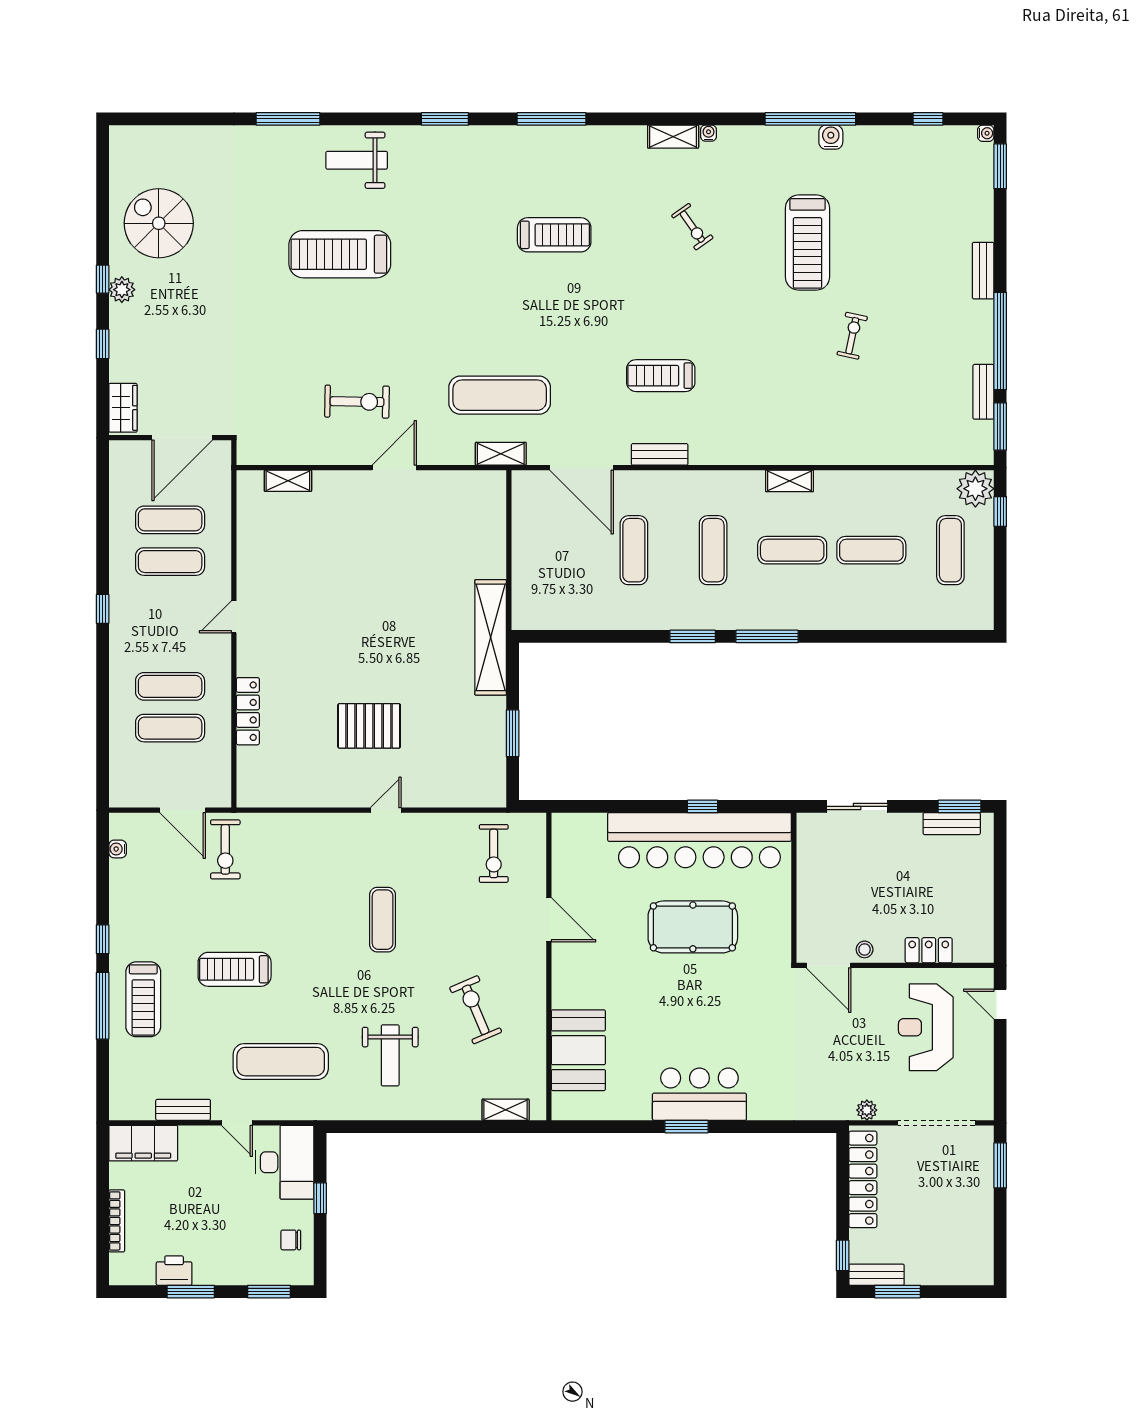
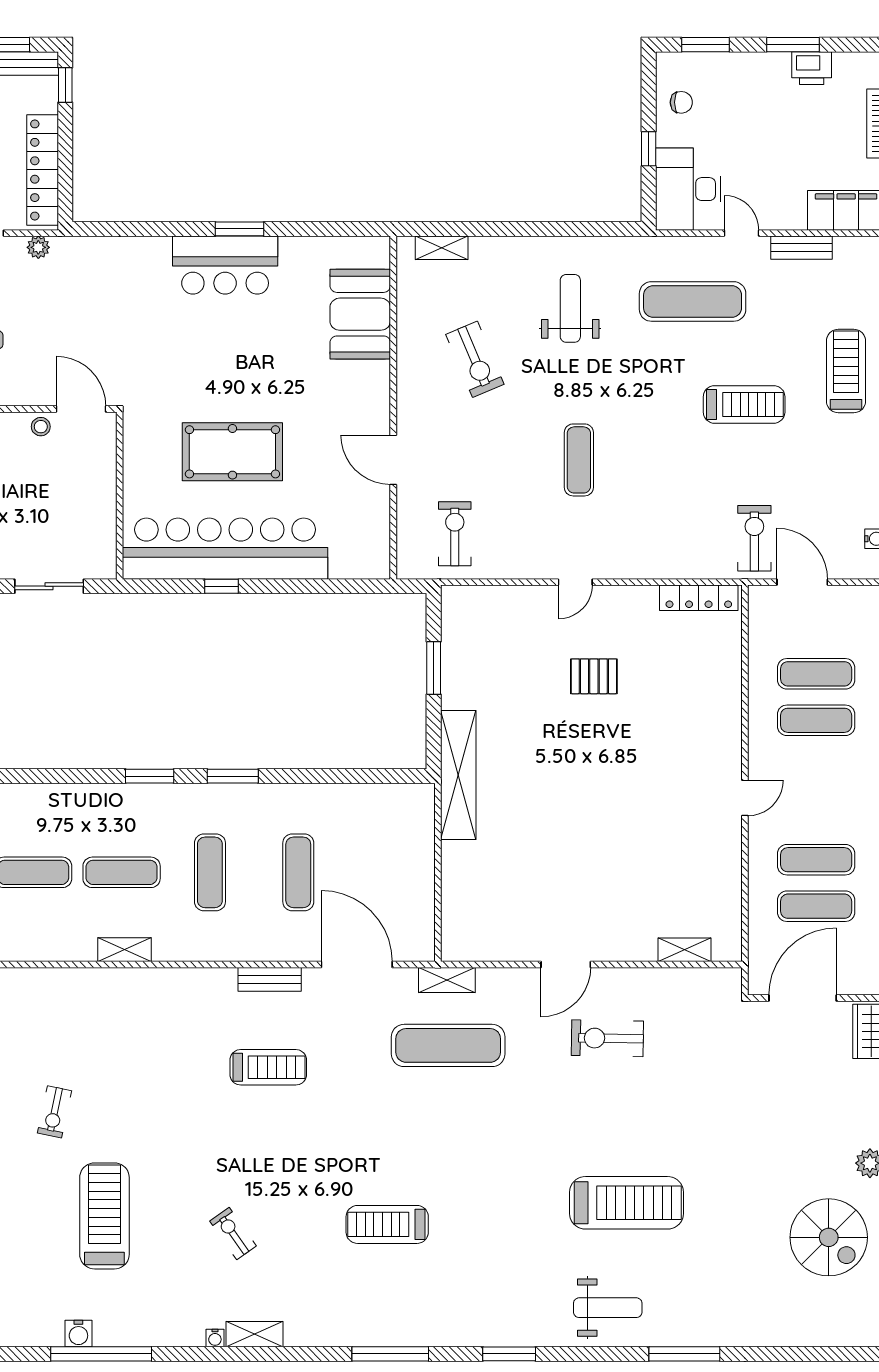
window: (767, 636) -> (150, 776), width x0.69
locker: (248, 711) -> (699, 598), moved, turned -90
pallet: (369, 726) -> (594, 676), width x0.67, depth x0.71

